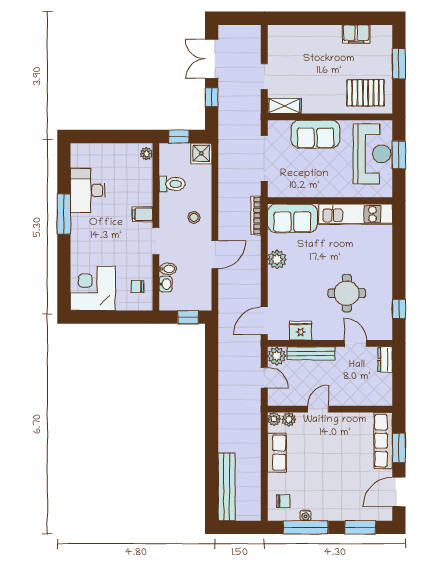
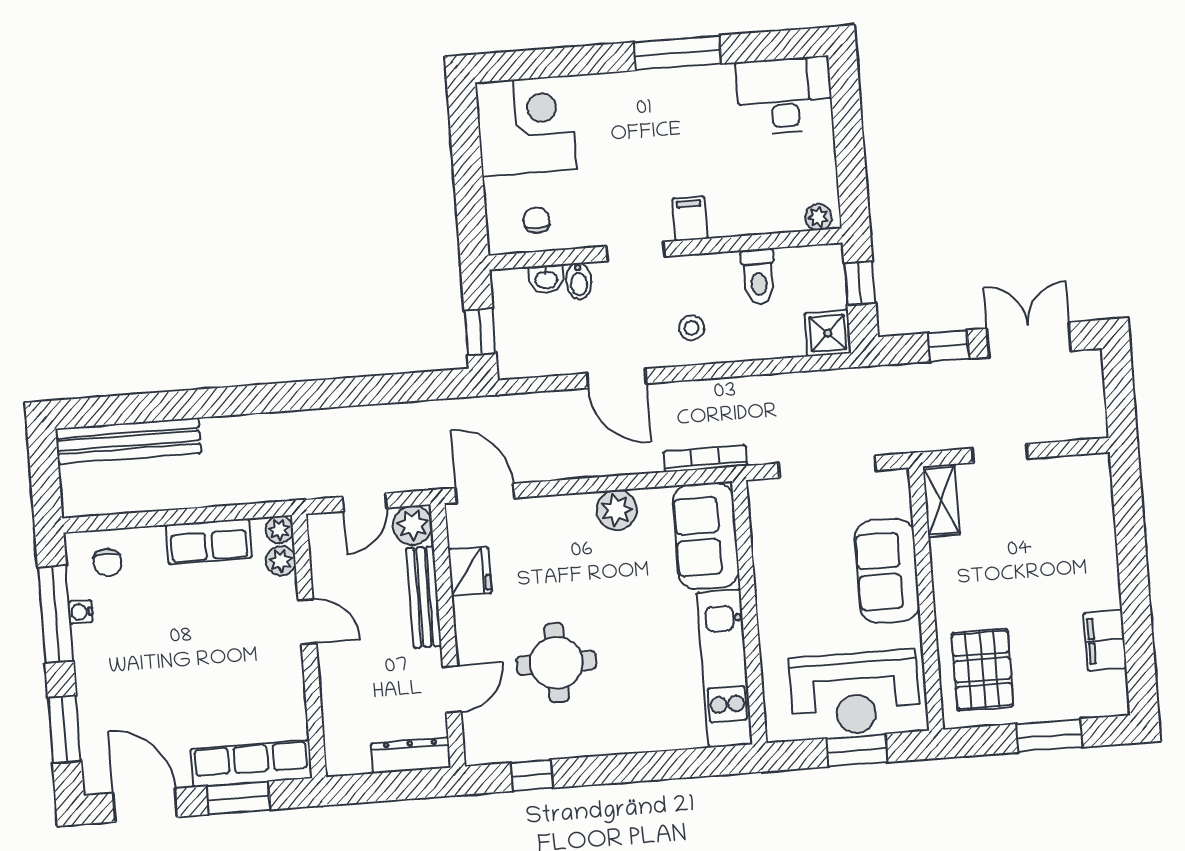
desk: (88, 190) -> (784, 96), moved
dresser: (385, 360) -> (411, 755), width x1.44

